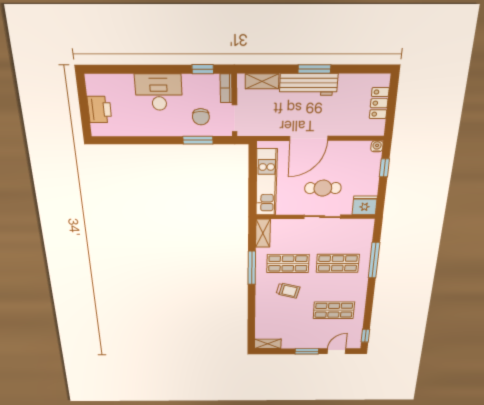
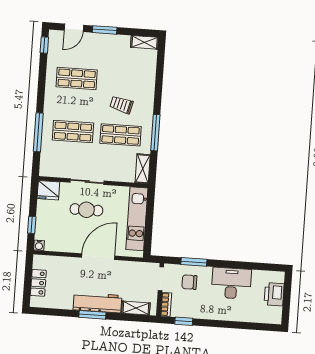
desk: (159, 92) -> (231, 283), moved, turned 180
chair: (201, 117) -> (189, 282), turned -90

